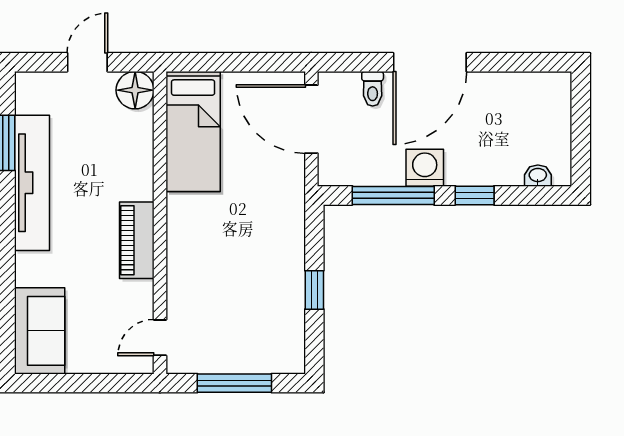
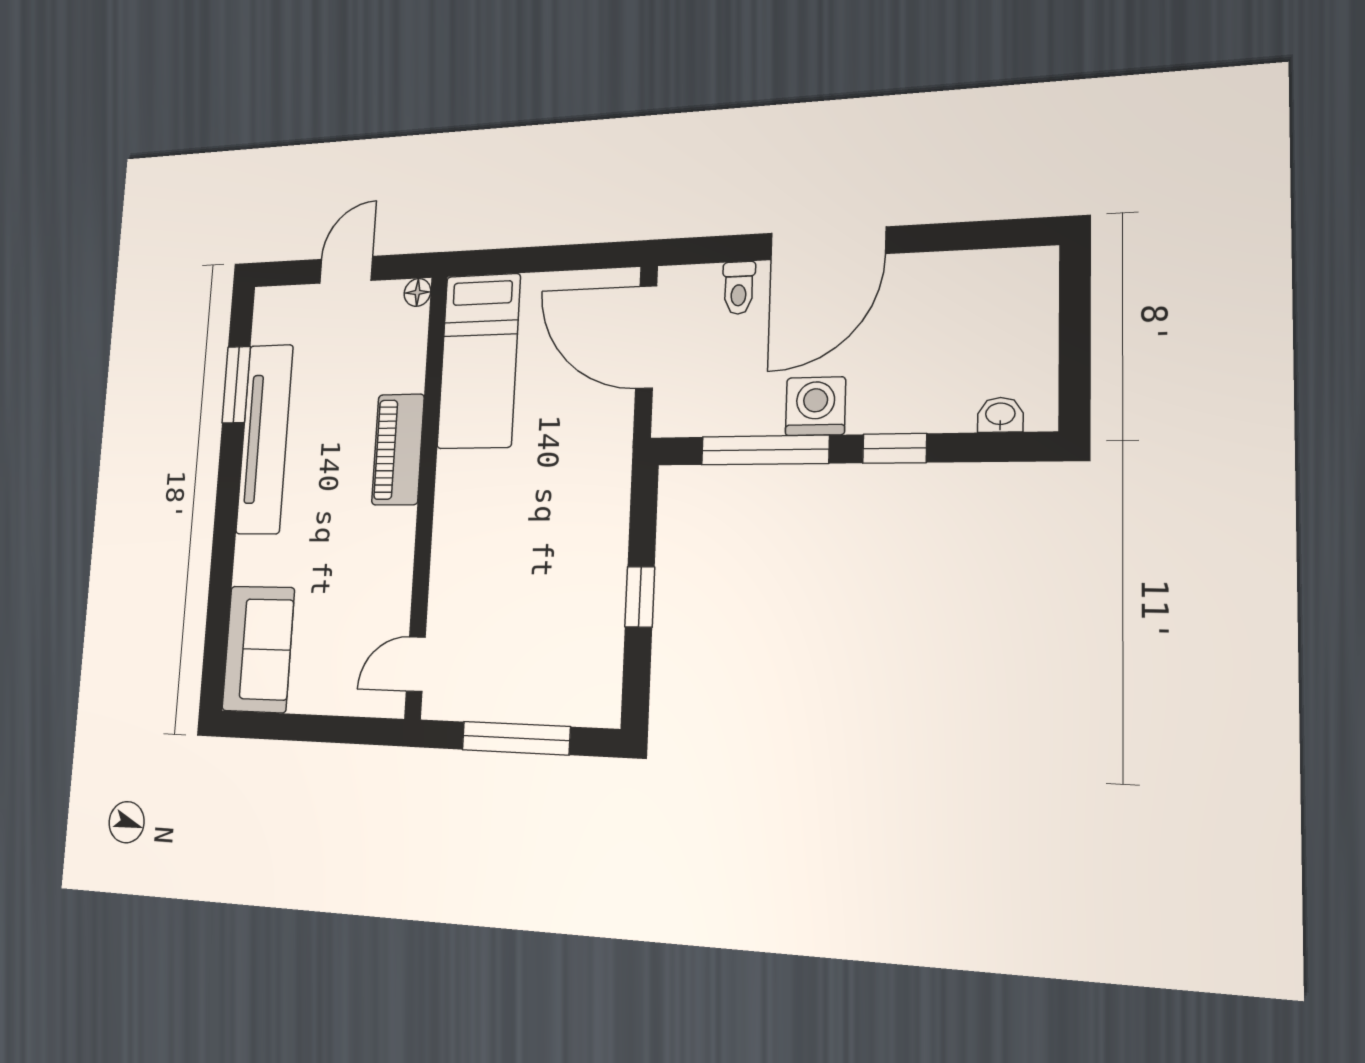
floor lamp: (135, 90) -> (417, 292), width x0.53, depth x0.53
piano: (137, 240) -> (398, 449), moved

